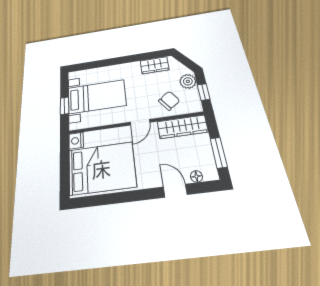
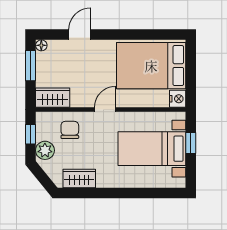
chair: (169, 101) -> (70, 130), turned 126
wardrobe: (182, 127) -> (53, 98), width x0.67
floor lamp: (196, 176) -> (41, 45), moved
door: (175, 191) -> (80, 35), swing flipped

